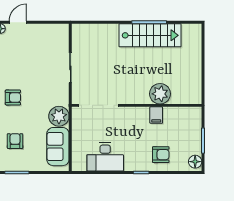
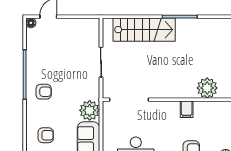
stairs: (150, 35) -> (144, 30), moved
plant: (160, 94) -> (207, 88), moved
armchair: (15, 141) -> (46, 135), turned 90

